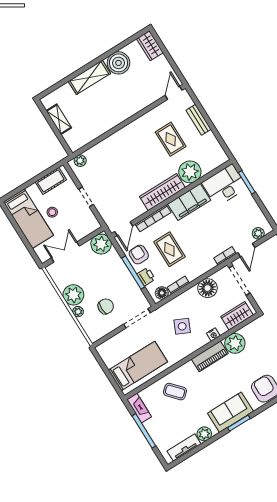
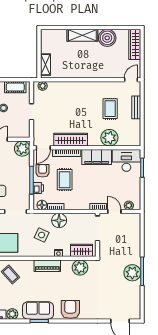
wardrobe: (150, 46) -> (135, 44), width x1.50
shelving: (59, 119) -> (45, 65), moved
wardrobe: (162, 192) -> (71, 140), moved
door: (246, 250) -> (114, 212), swing flipped
floor lamp: (207, 288) -> (59, 220), moved
plant: (235, 343) -> (80, 268), moved

